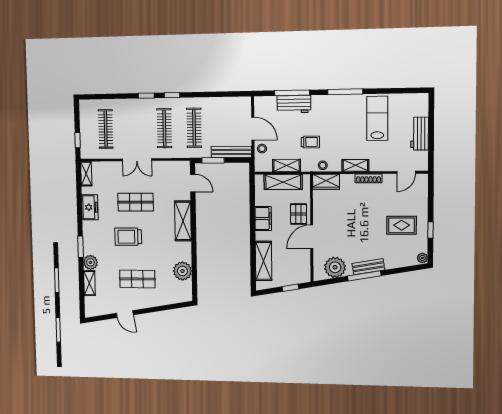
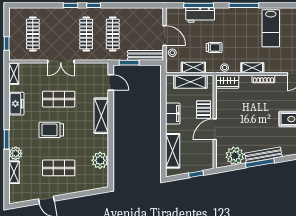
lab bench: (377, 118) -> (271, 28), turned 180
bench: (368, 267) -> (263, 155), width x1.36

